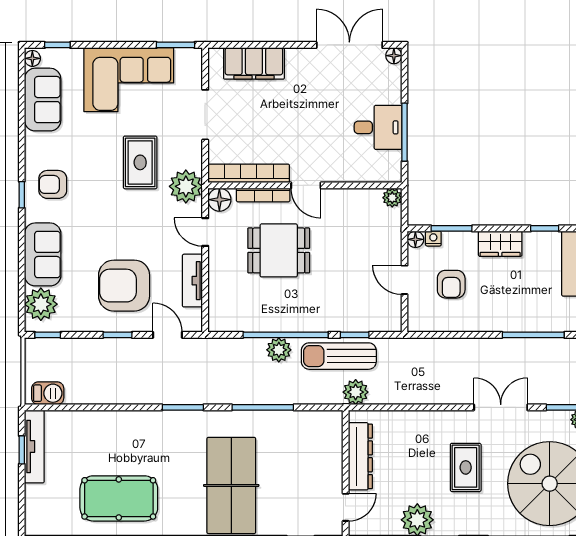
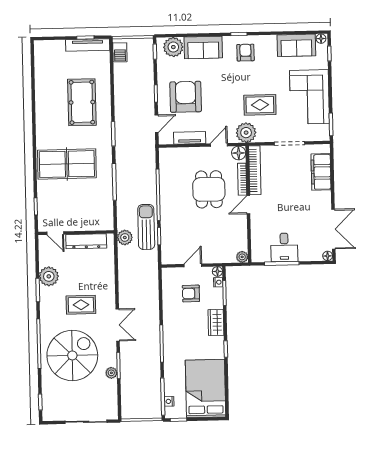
plant: (279, 350) -> (149, 191), removed
pool table: (119, 498) -> (82, 102), moved

